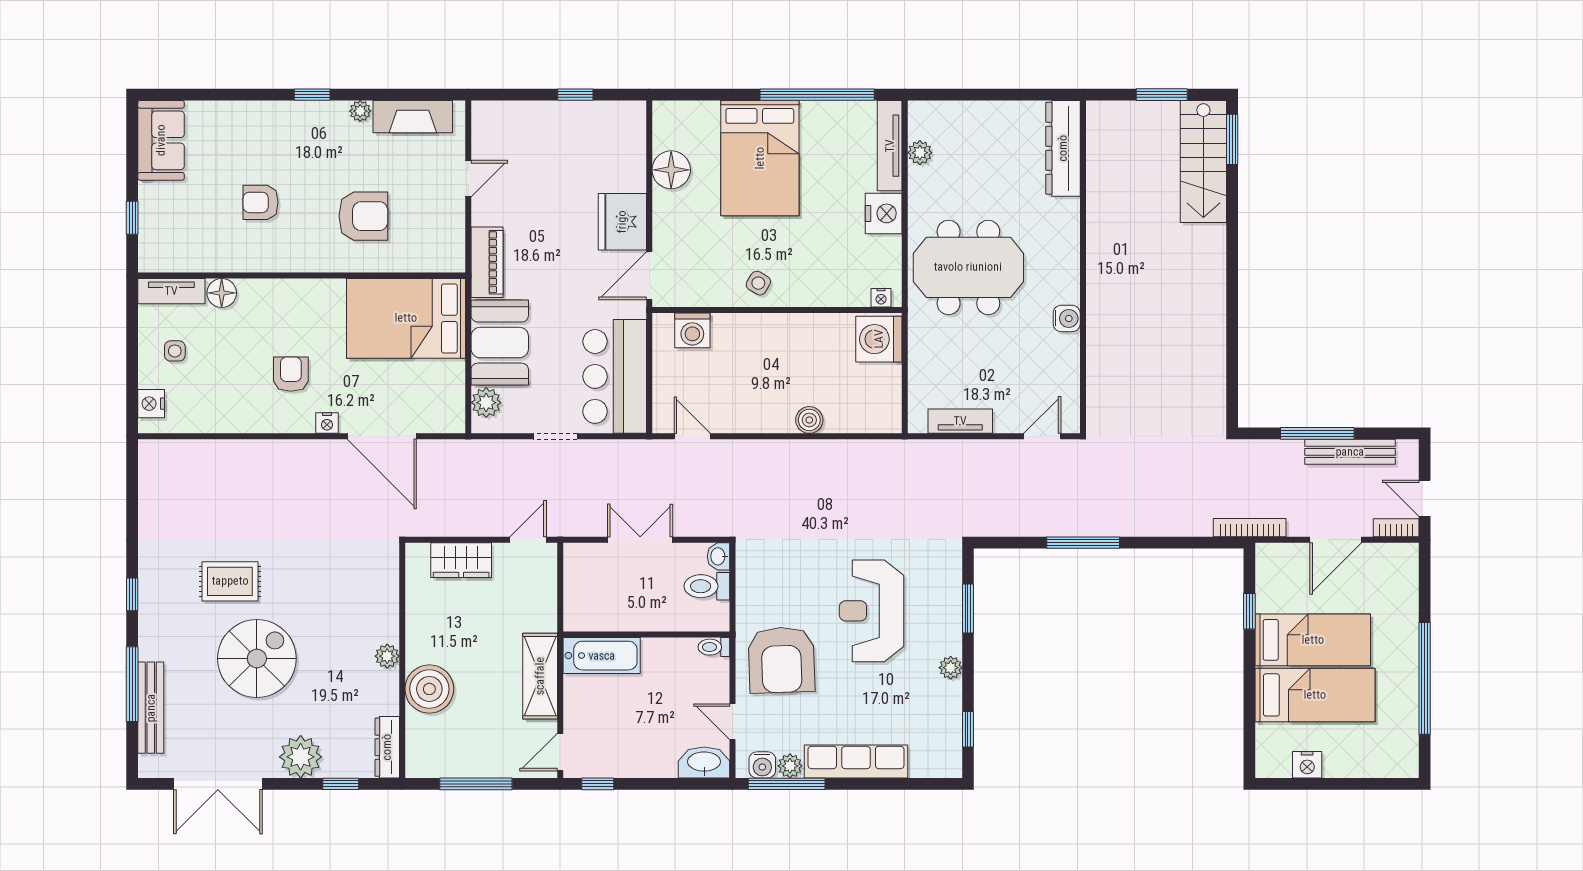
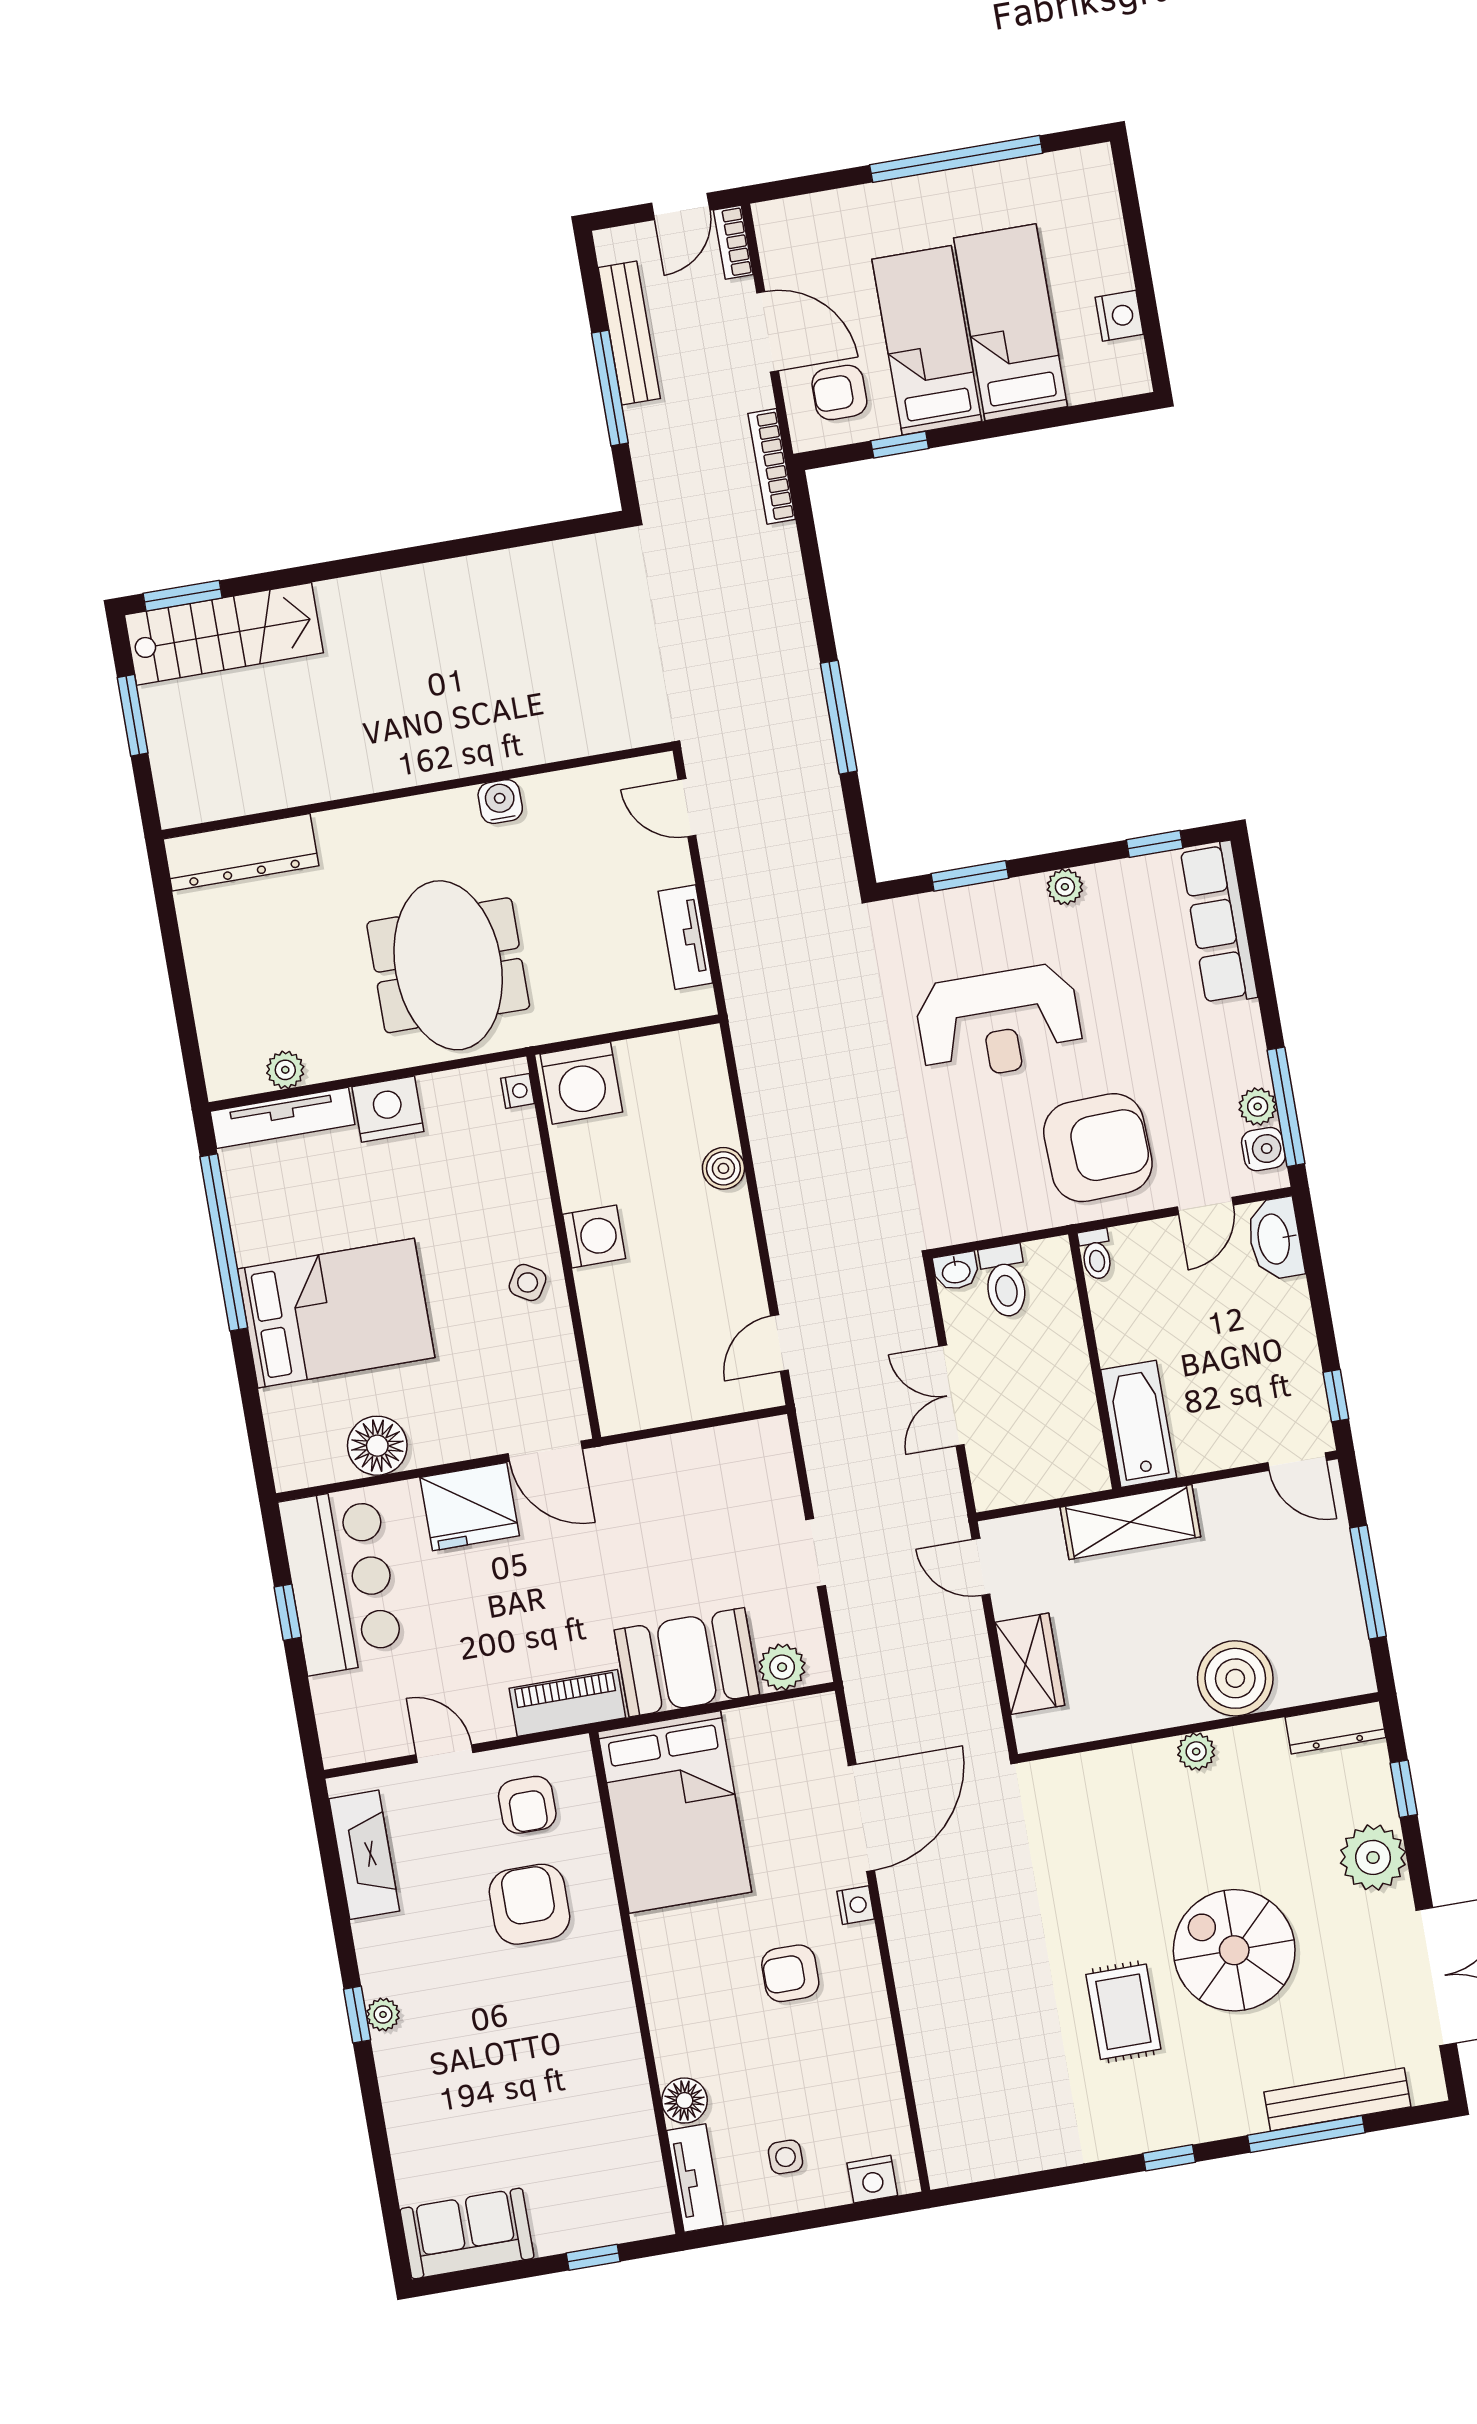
plant: (360, 111) -> (383, 2014), moved
armchair: (261, 202) -> (527, 1805), moved
washing machine: (692, 330) -> (594, 1236), moved
bar counter: (615, 376) -> (341, 1581), moved, turned -90
armchair: (1289, 579) -> (839, 392), added
shelving: (540, 676) -> (1130, 1522), moved
row of seats: (856, 761) -> (1219, 923), moved

